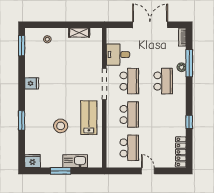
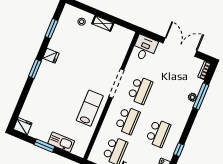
shelving: (79, 33) -> (103, 23), moved
window: (22, 46) -> (52, 29), moved
desk: (118, 55) -> (145, 48), moved, turned 90
school desk: (163, 81) -> (158, 133), moved
window: (22, 120) -> (35, 69), moved
stool: (61, 126) -> (61, 105), removed

